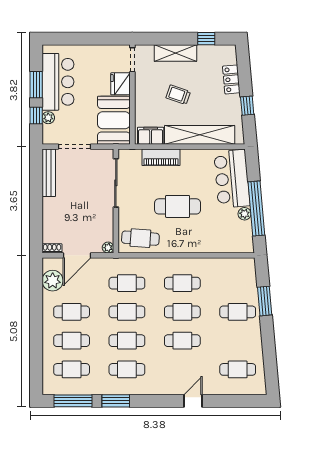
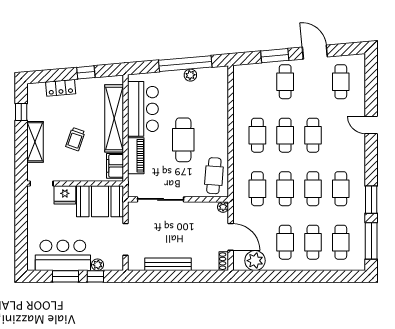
bench: (49, 173) -> (168, 264), moved
bar counter: (232, 179) -> (143, 109), moved, turned -85
door: (268, 343) -> (315, 52), added

